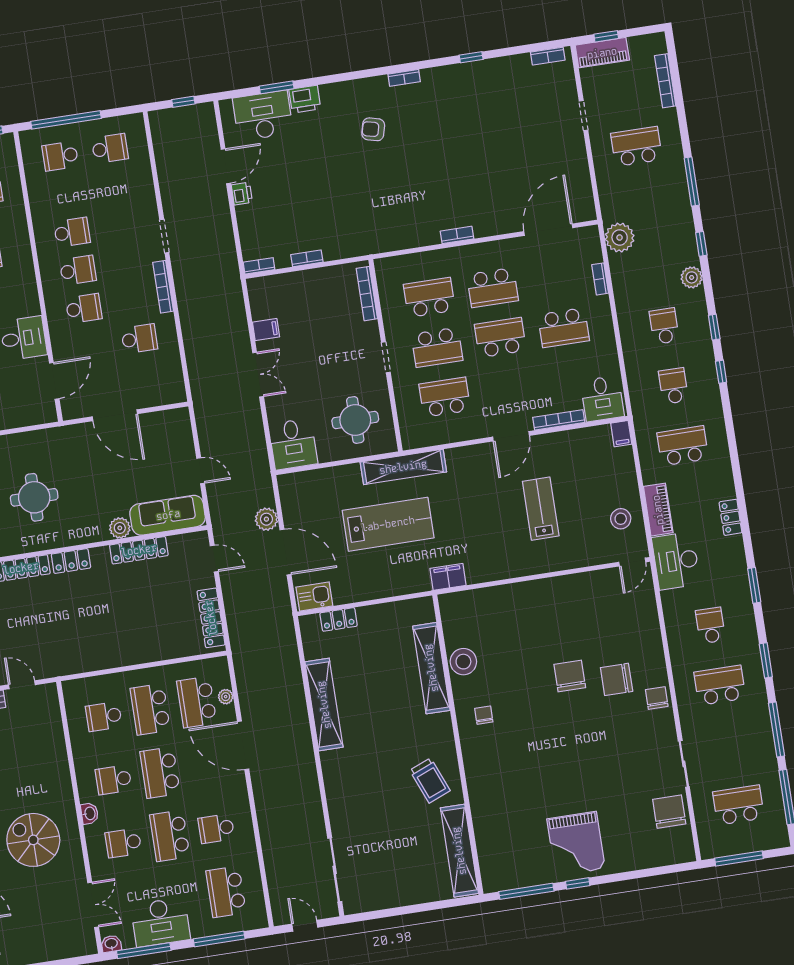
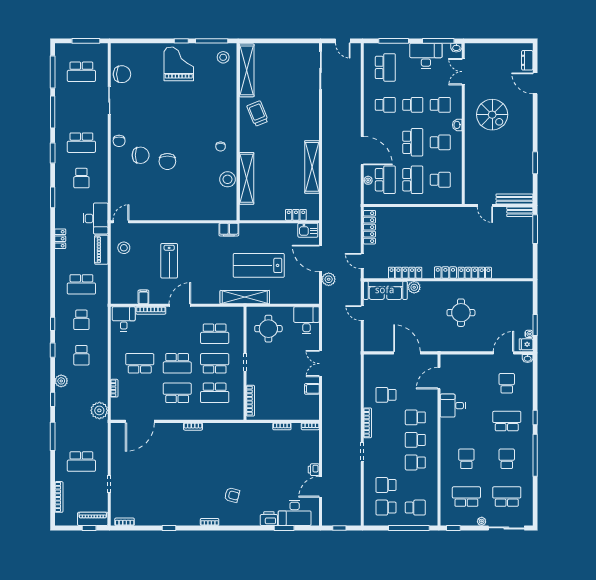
school desk: (116, 186) -> (386, 485), added
filing cabinet: (621, 434) -> (143, 297), moved
chair: (669, 812) -> (122, 74), turned -90
school desk: (170, 836) -> (413, 105), width x0.54
stool: (503, 867) -> (223, 57), added

